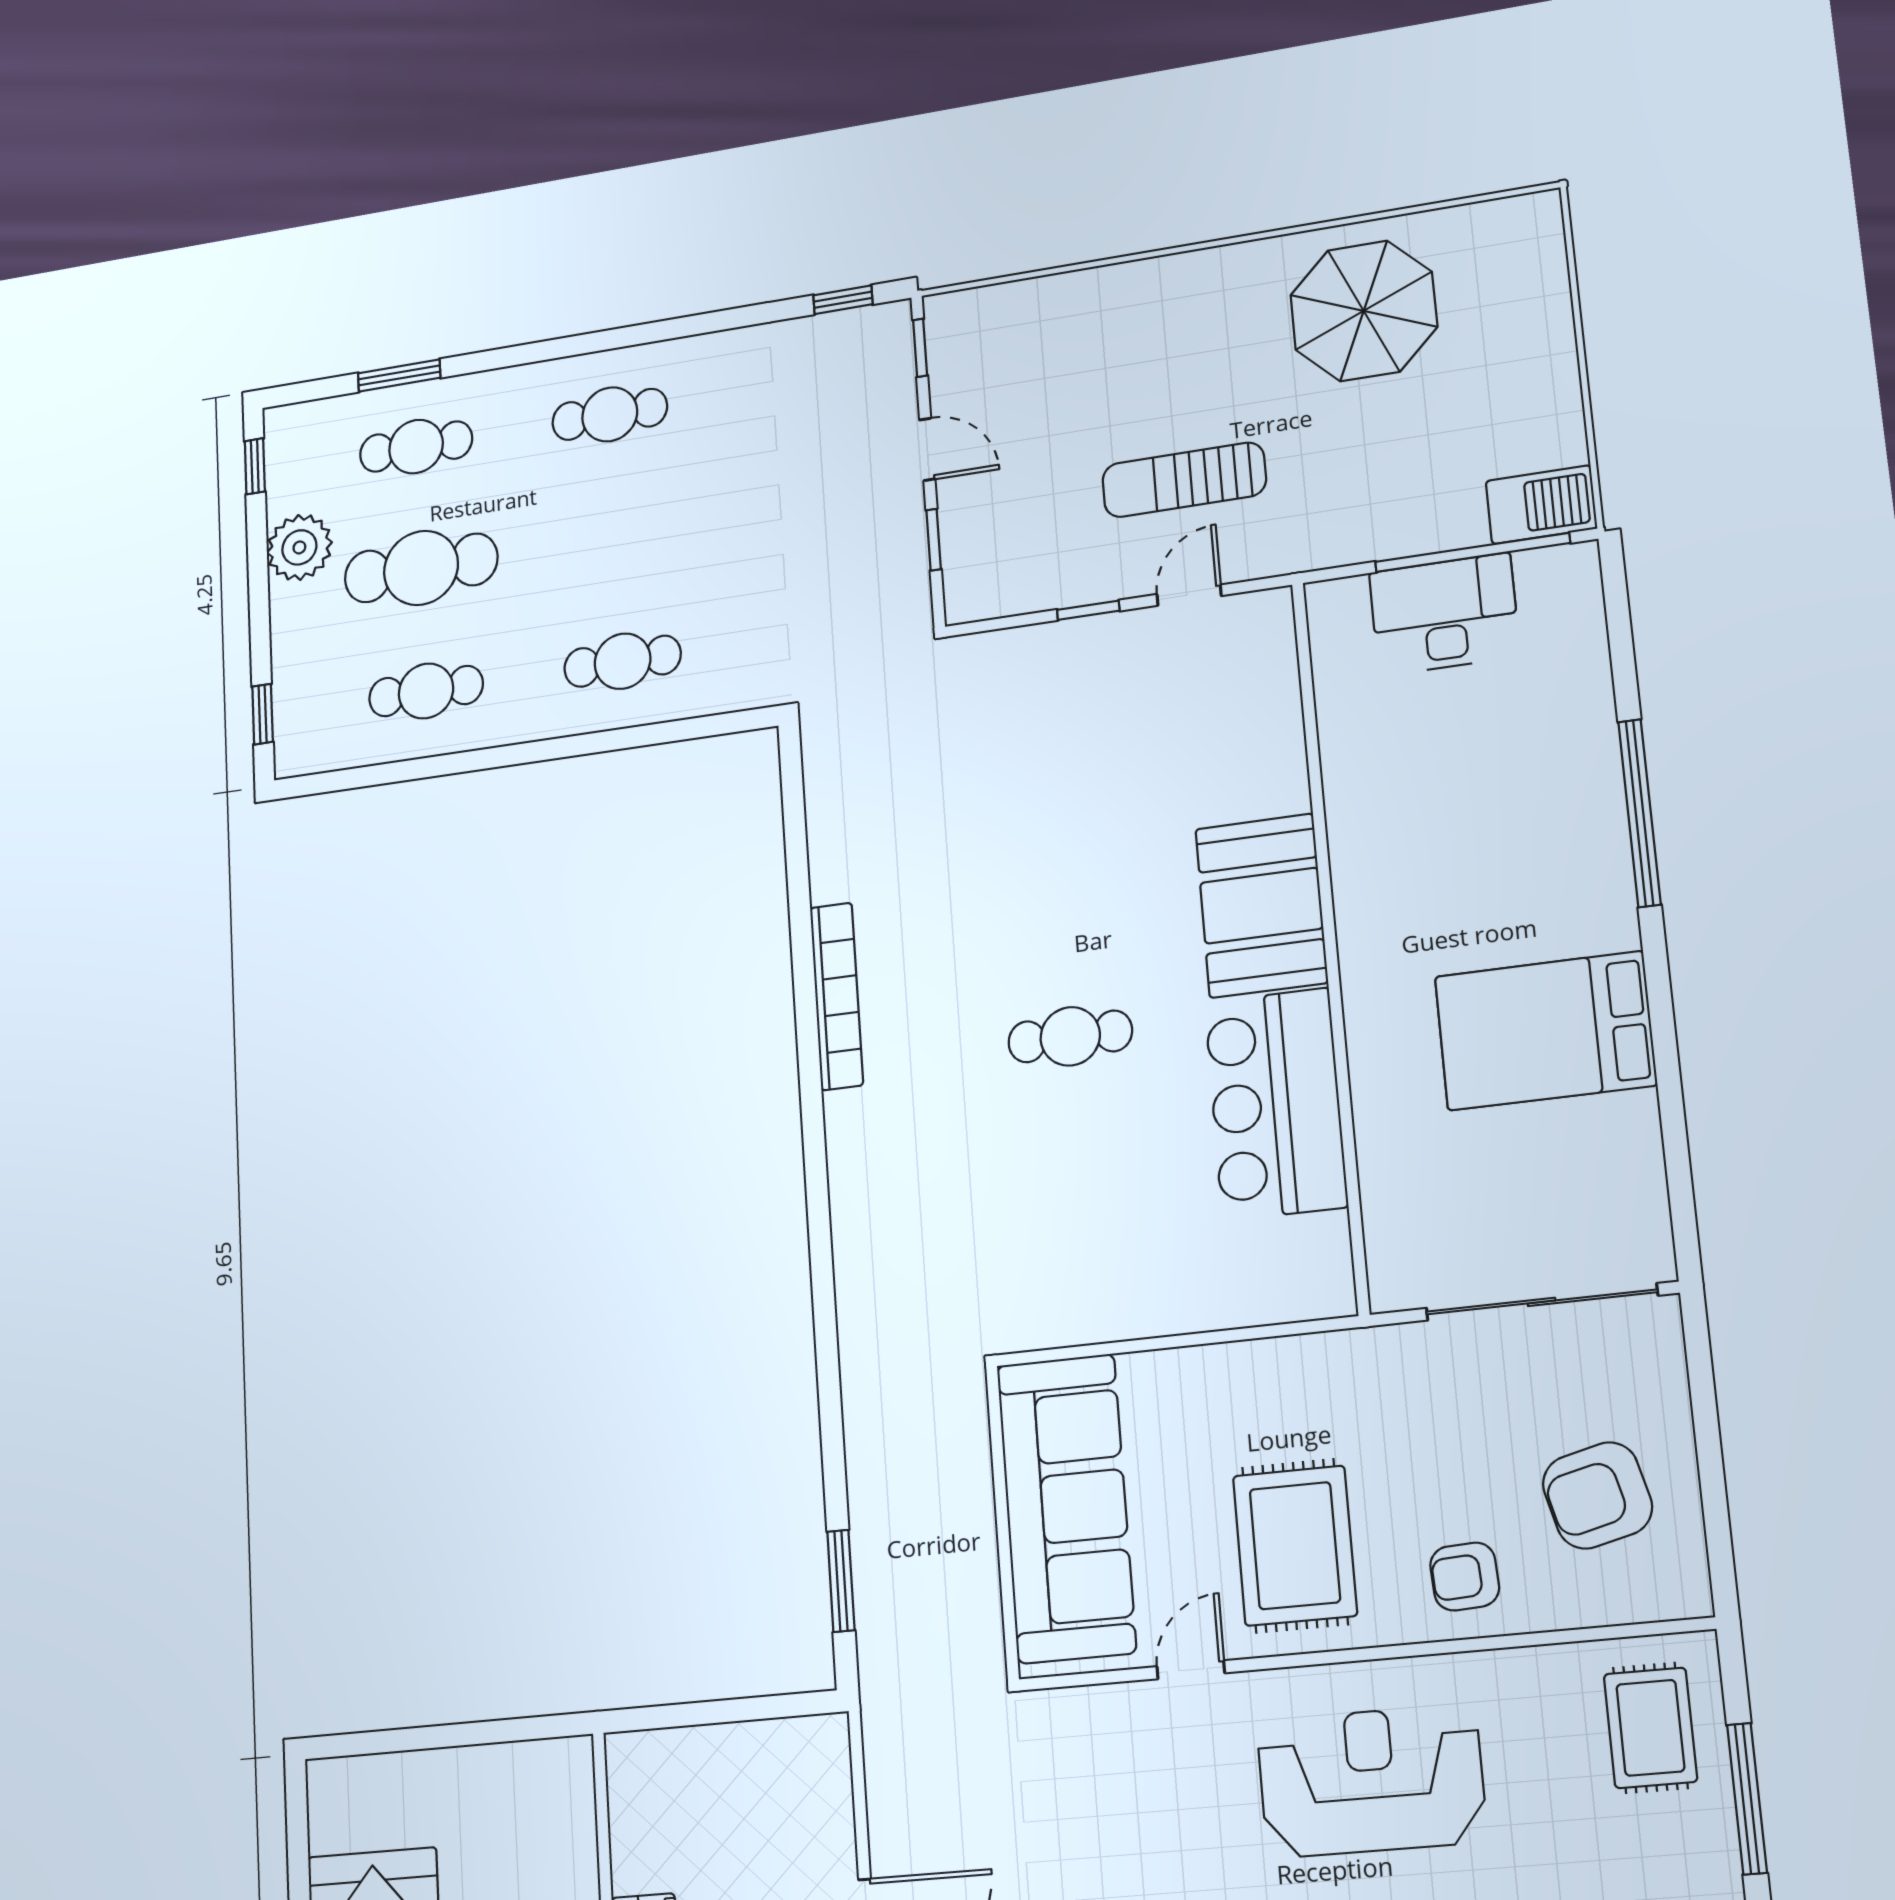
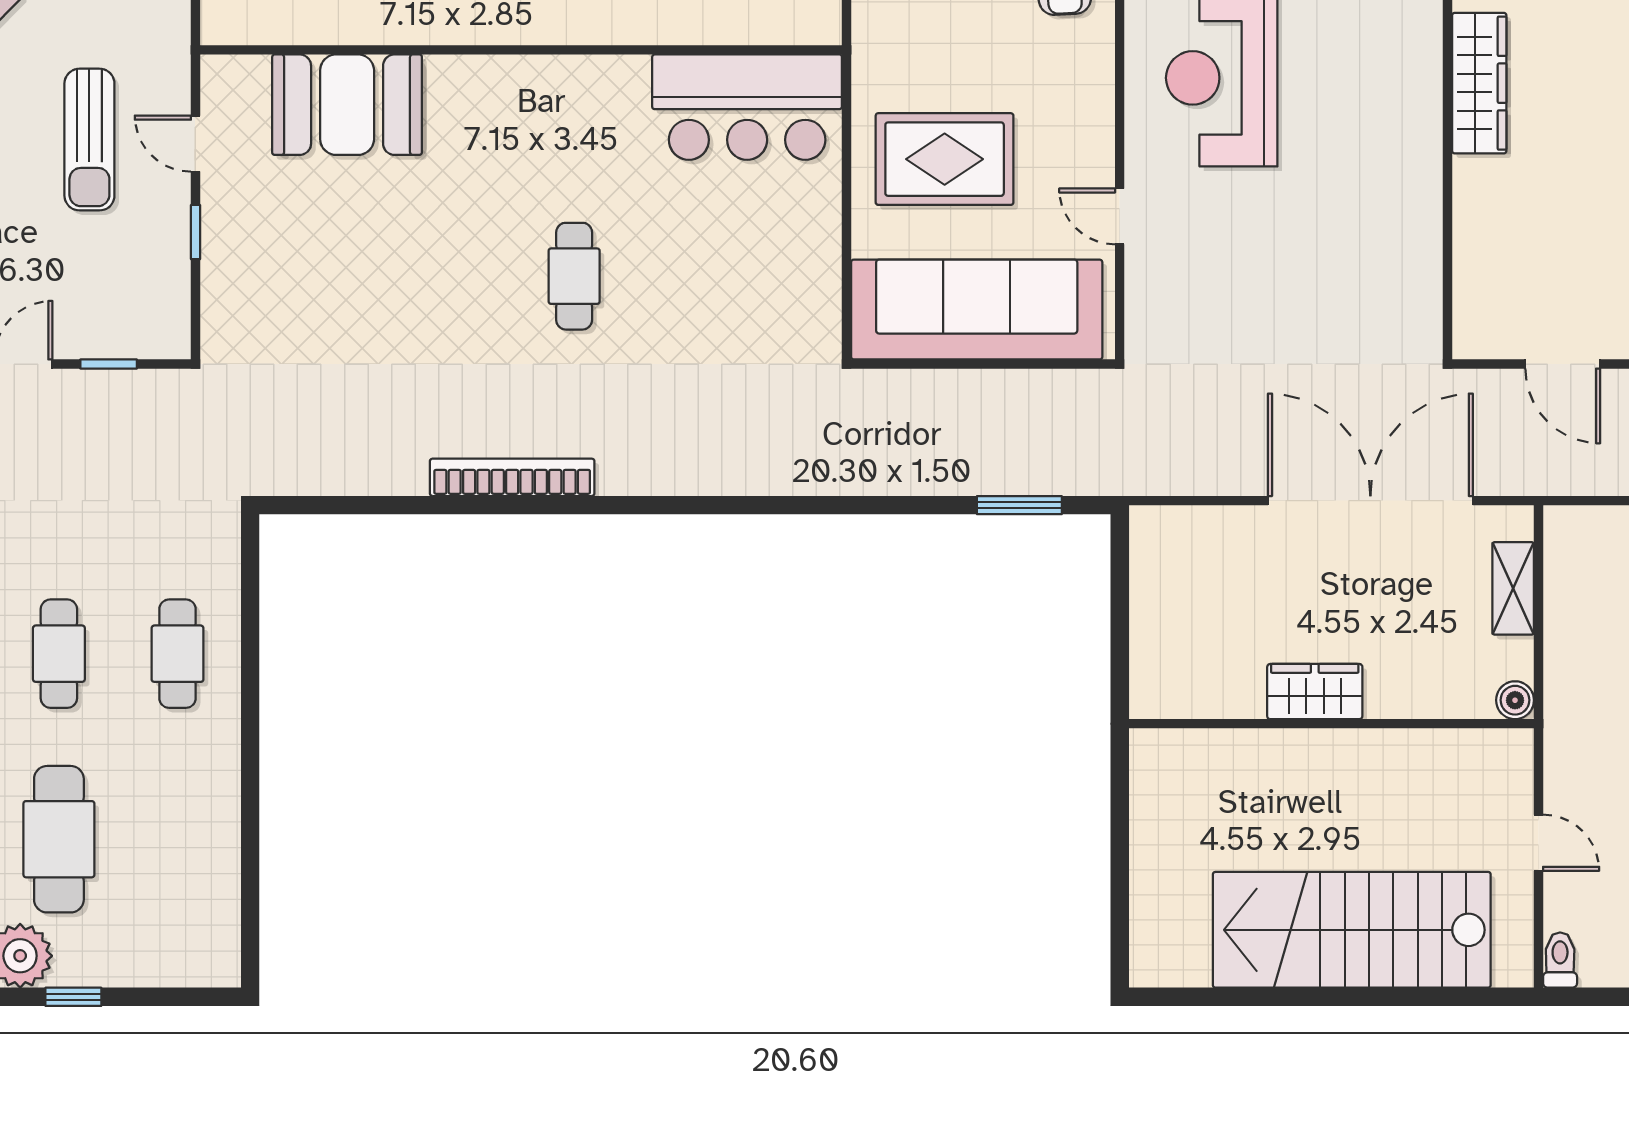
cafe table: (426, 691) -> (59, 654), moved
window: (263, 714) -> (73, 997), moved
booth: (1261, 906) -> (347, 105), moved
bar counter: (1276, 1104) -> (747, 107), moved
rug: (1295, 1546) -> (945, 159), moved

